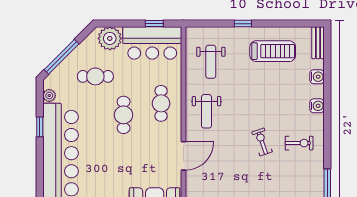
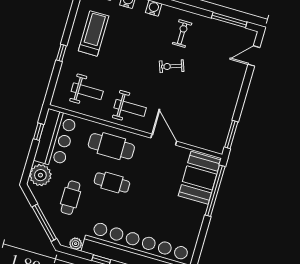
cafe table: (161, 103) -> (111, 146), width x1.37, depth x1.35

